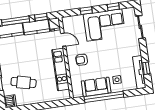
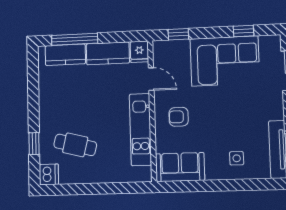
window: (86, 11) -> (178, 34), moved
window: (41, 17) -> (118, 37), removed
sofa: (96, 87) -> (180, 167), moved
window: (104, 97) -> (210, 186), removed

